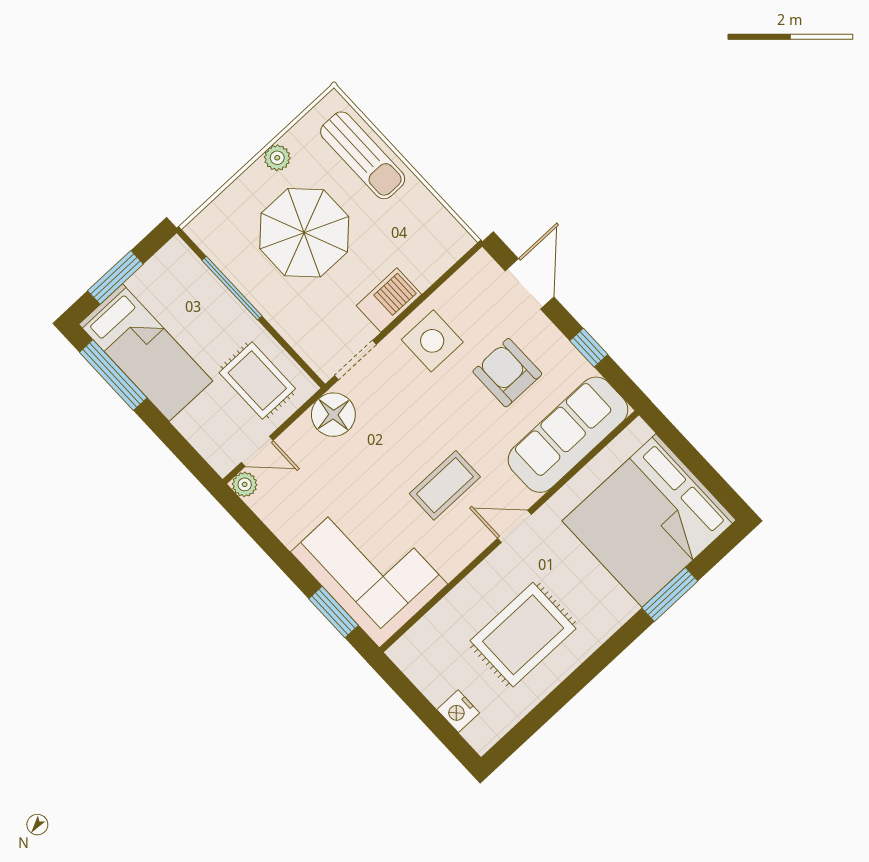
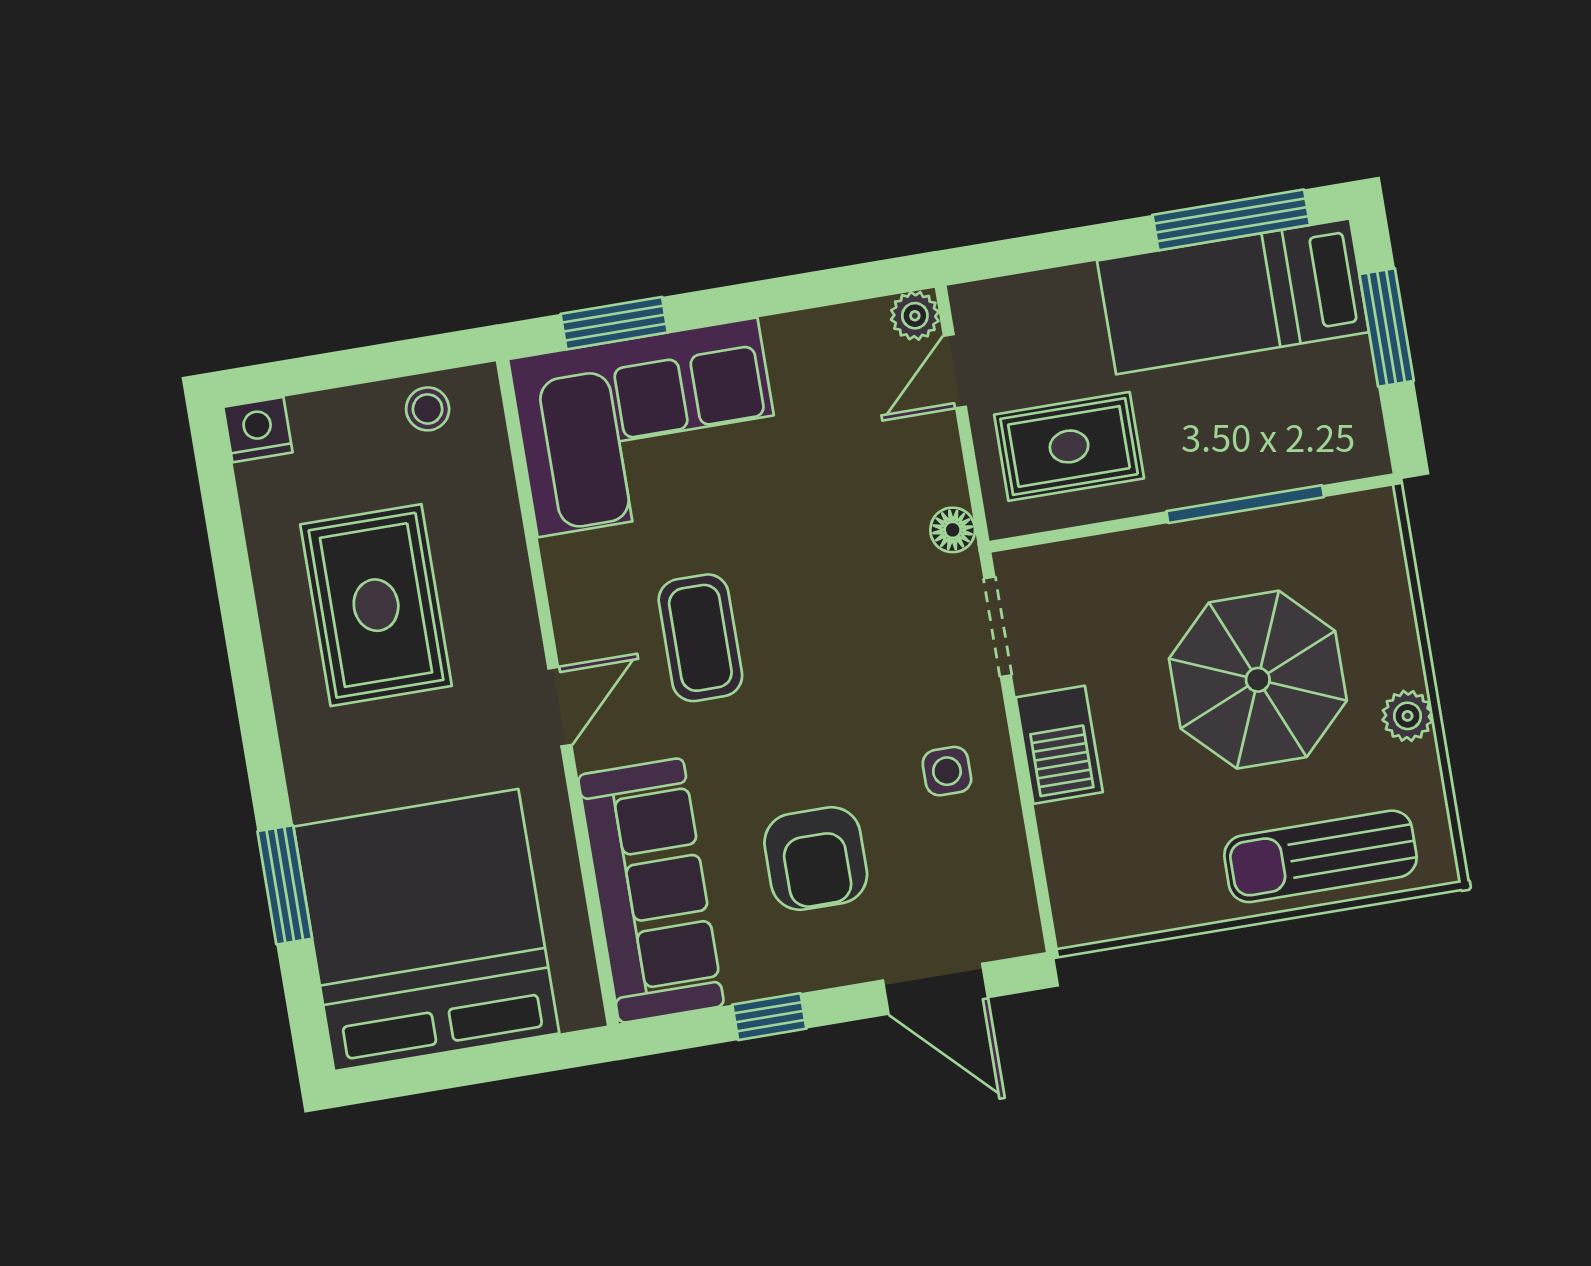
side table: (432, 341) -> (947, 771), width x0.54, depth x0.54
armchair: (507, 373) -> (816, 859), turned 90
floor lamp: (333, 415) -> (953, 530), width x0.53, depth x0.53
stool: (424, 668) -> (428, 409), added
nightstand: (458, 711) -> (258, 430), moved

